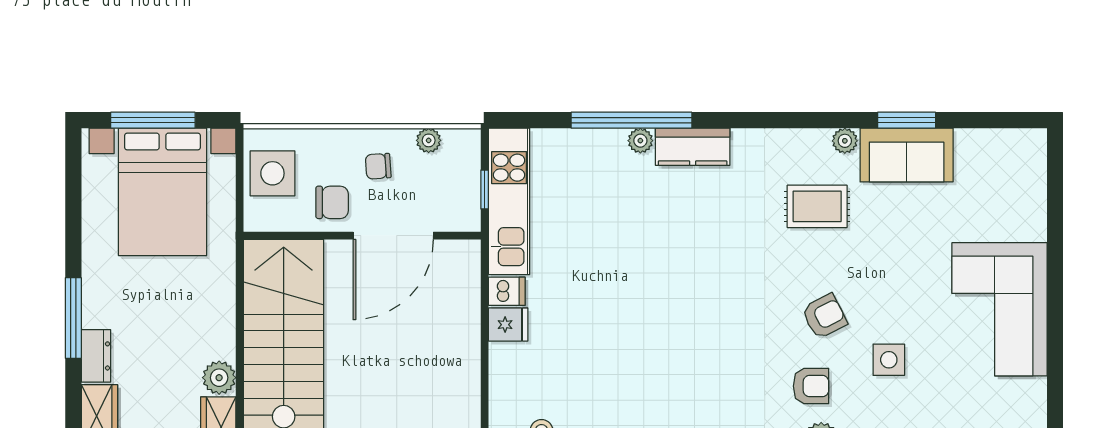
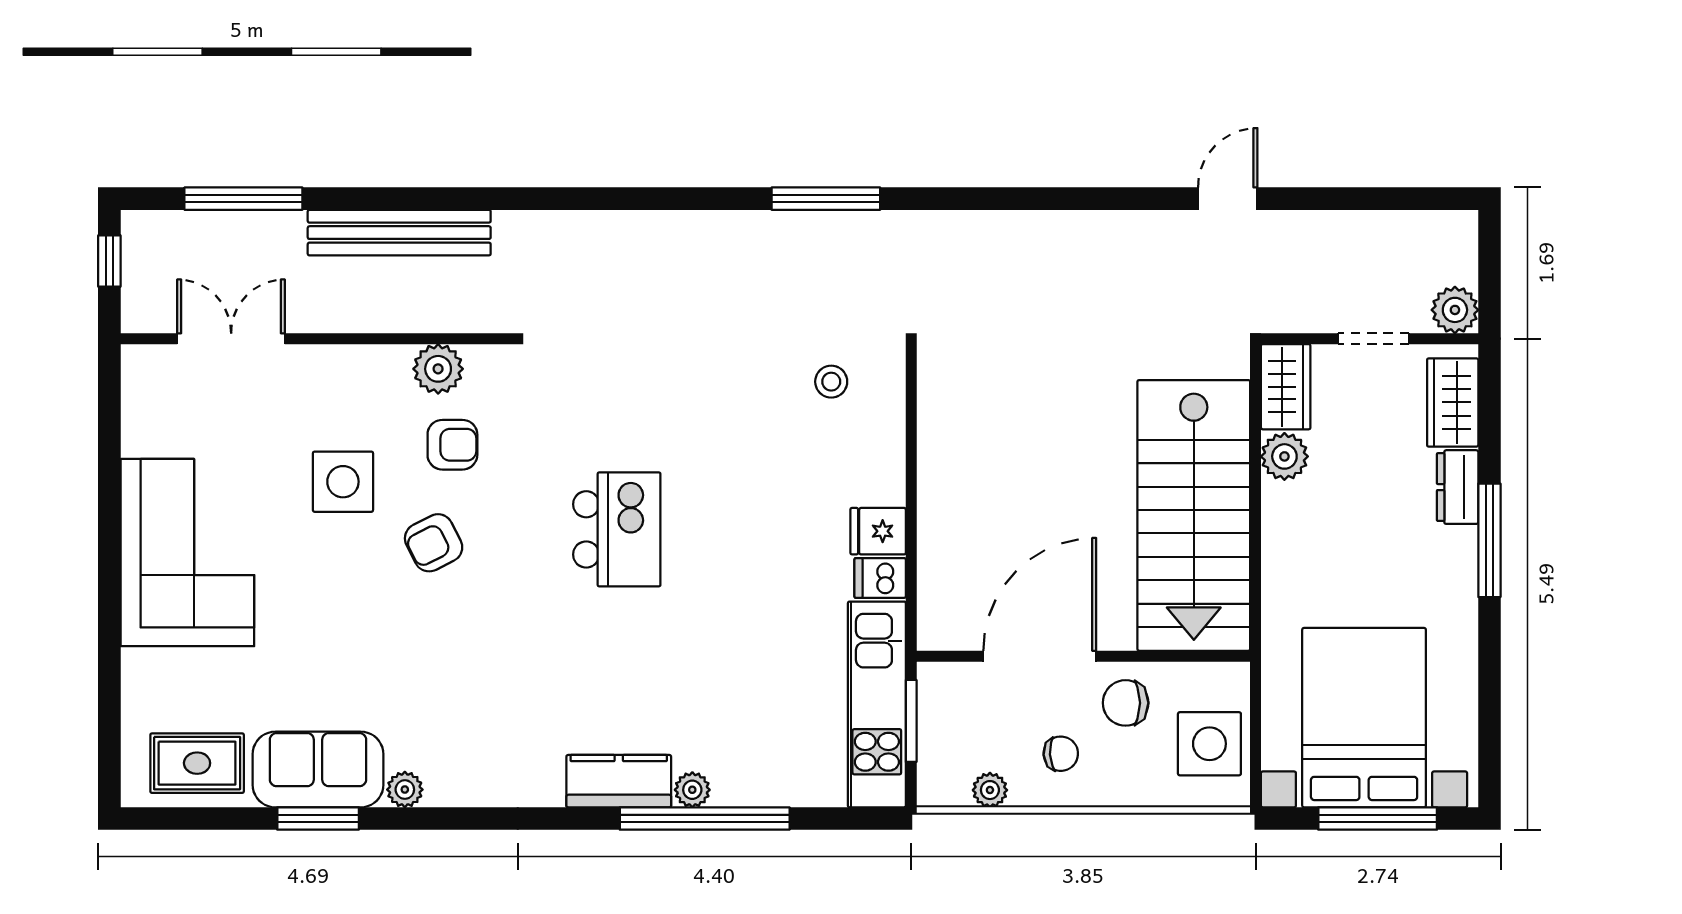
window: (485, 190) -> (911, 721), width x1.50
rug: (817, 206) -> (197, 763), moved
kitchen island: (694, 326) -> (617, 529), added
side table: (889, 360) -> (343, 482), width x1.37, depth x1.37
armchair: (811, 386) -> (452, 445), turned 180

